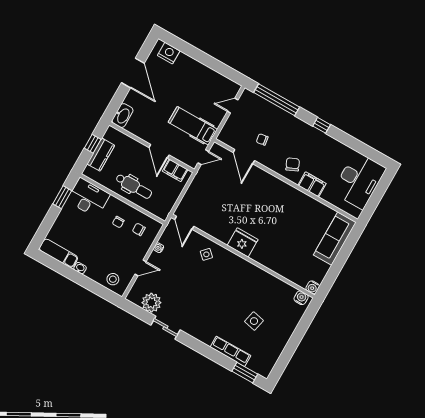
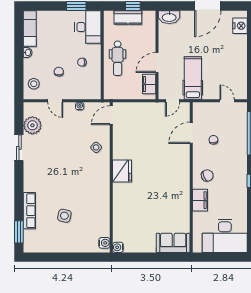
door: (203, 157) -> (172, 101), hinge flipped
chair: (139, 229) -> (59, 72), moved
sofa: (335, 239) -> (173, 243), width x0.73

